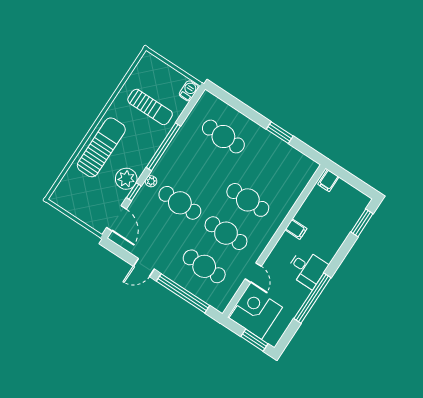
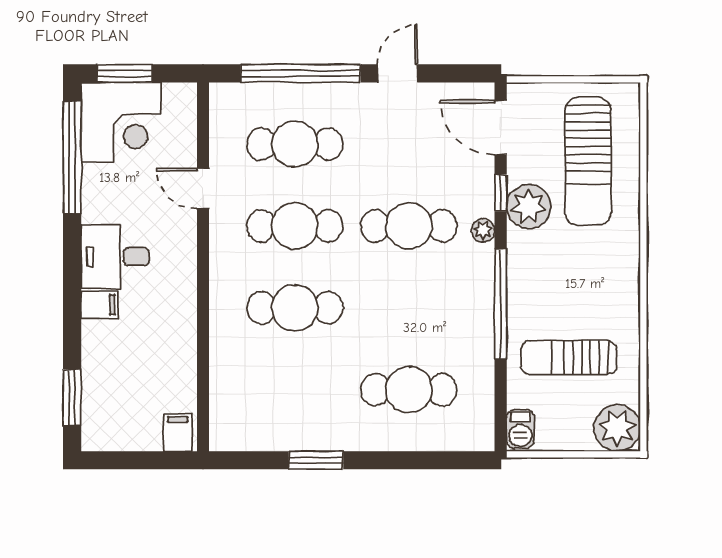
plant: (149, 66) -> (617, 428), added
sun lounger: (101, 147) -> (588, 161), moved
filing cabinet: (296, 229) -> (99, 305), moved, turned 180
window: (312, 298) -> (72, 157), moved
corner desk: (256, 313) -> (121, 122), moved

